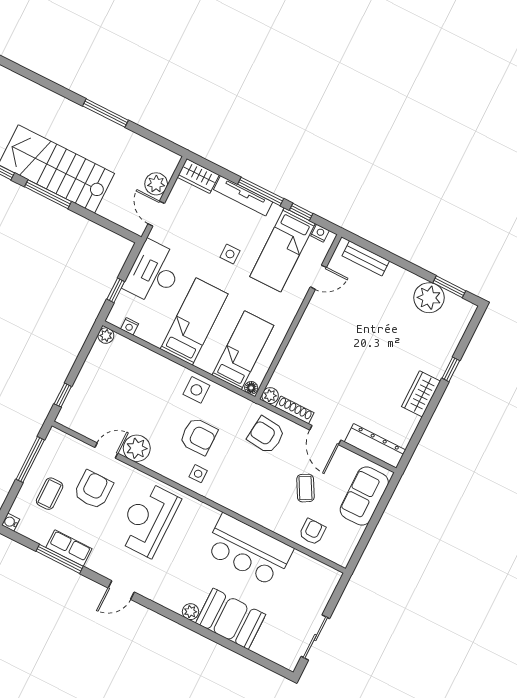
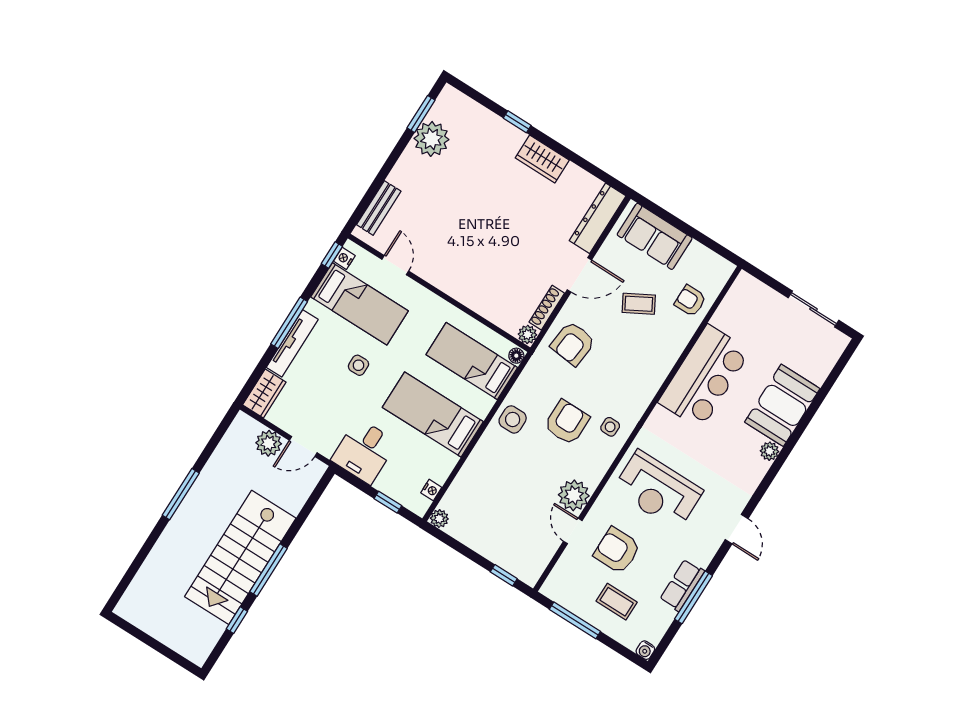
window: (301, 212) -> (332, 255), moved
desk: (154, 273) -> (364, 451), width x0.73

